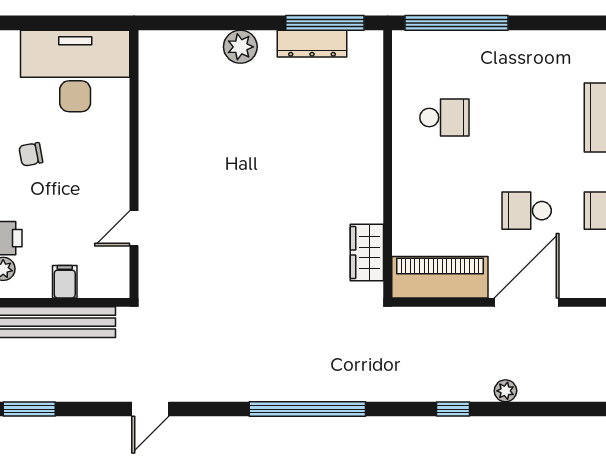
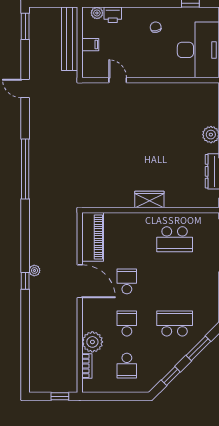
school desk: (444, 118) -> (175, 239), width x1.85
wardrobe: (367, 253) -> (149, 199), moved
window: (453, 409) -> (25, 281), moved

